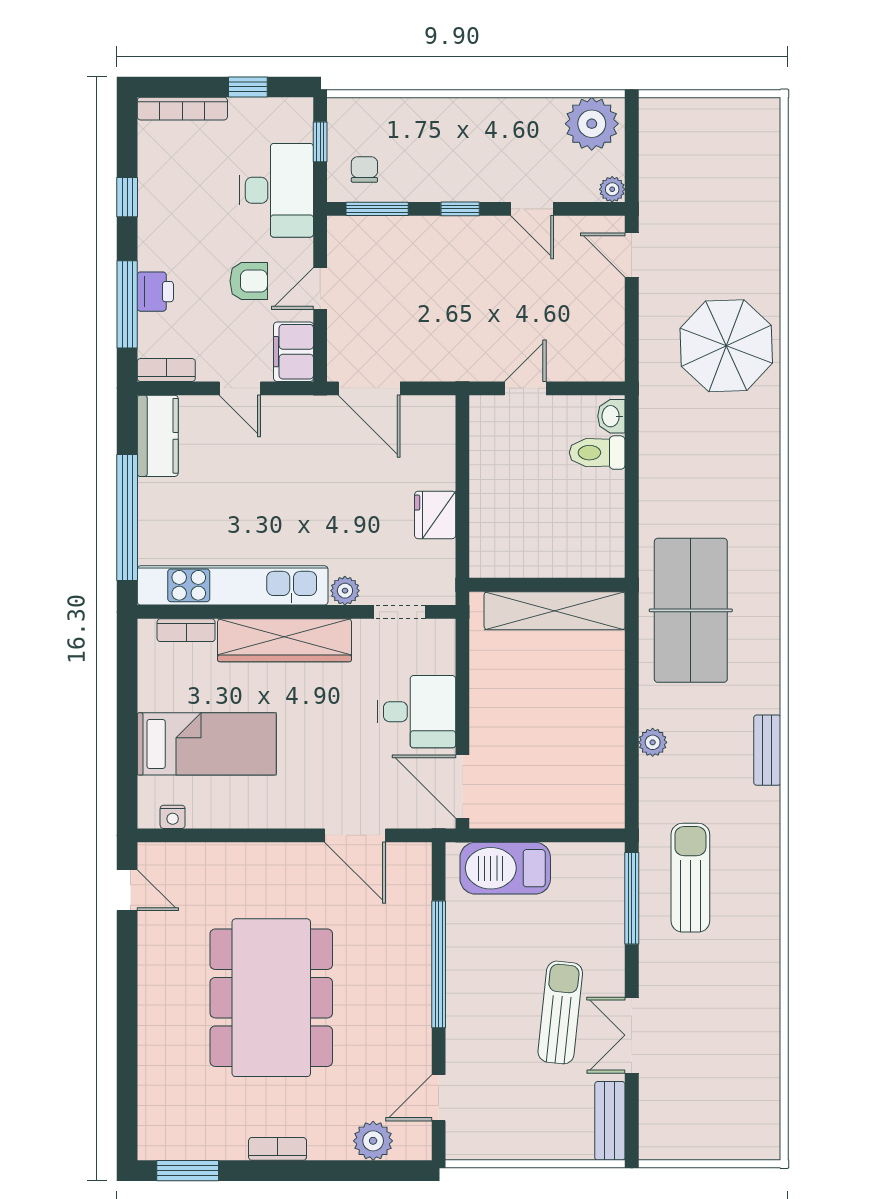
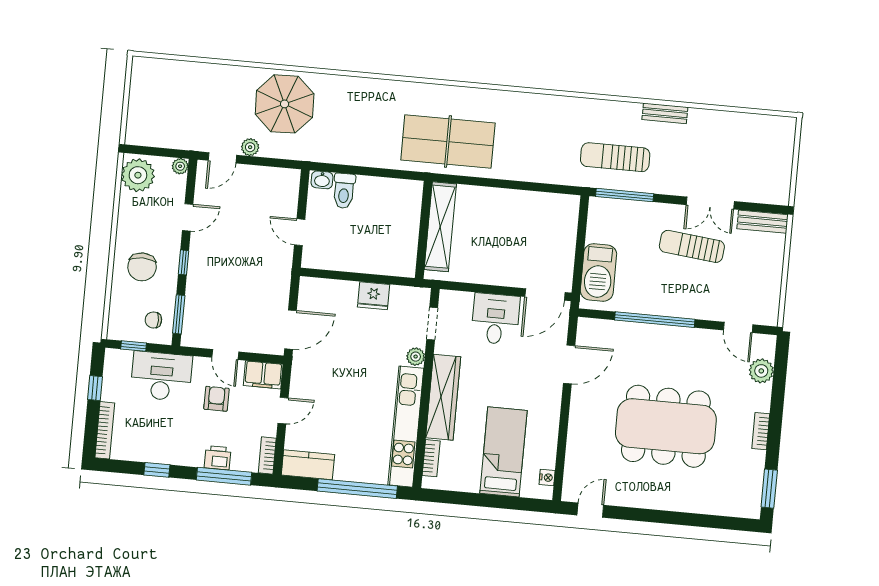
chair: (447, 144) -> (142, 267), added
plant: (653, 742) -> (250, 147), moved
bench: (767, 750) -> (665, 113), moved

